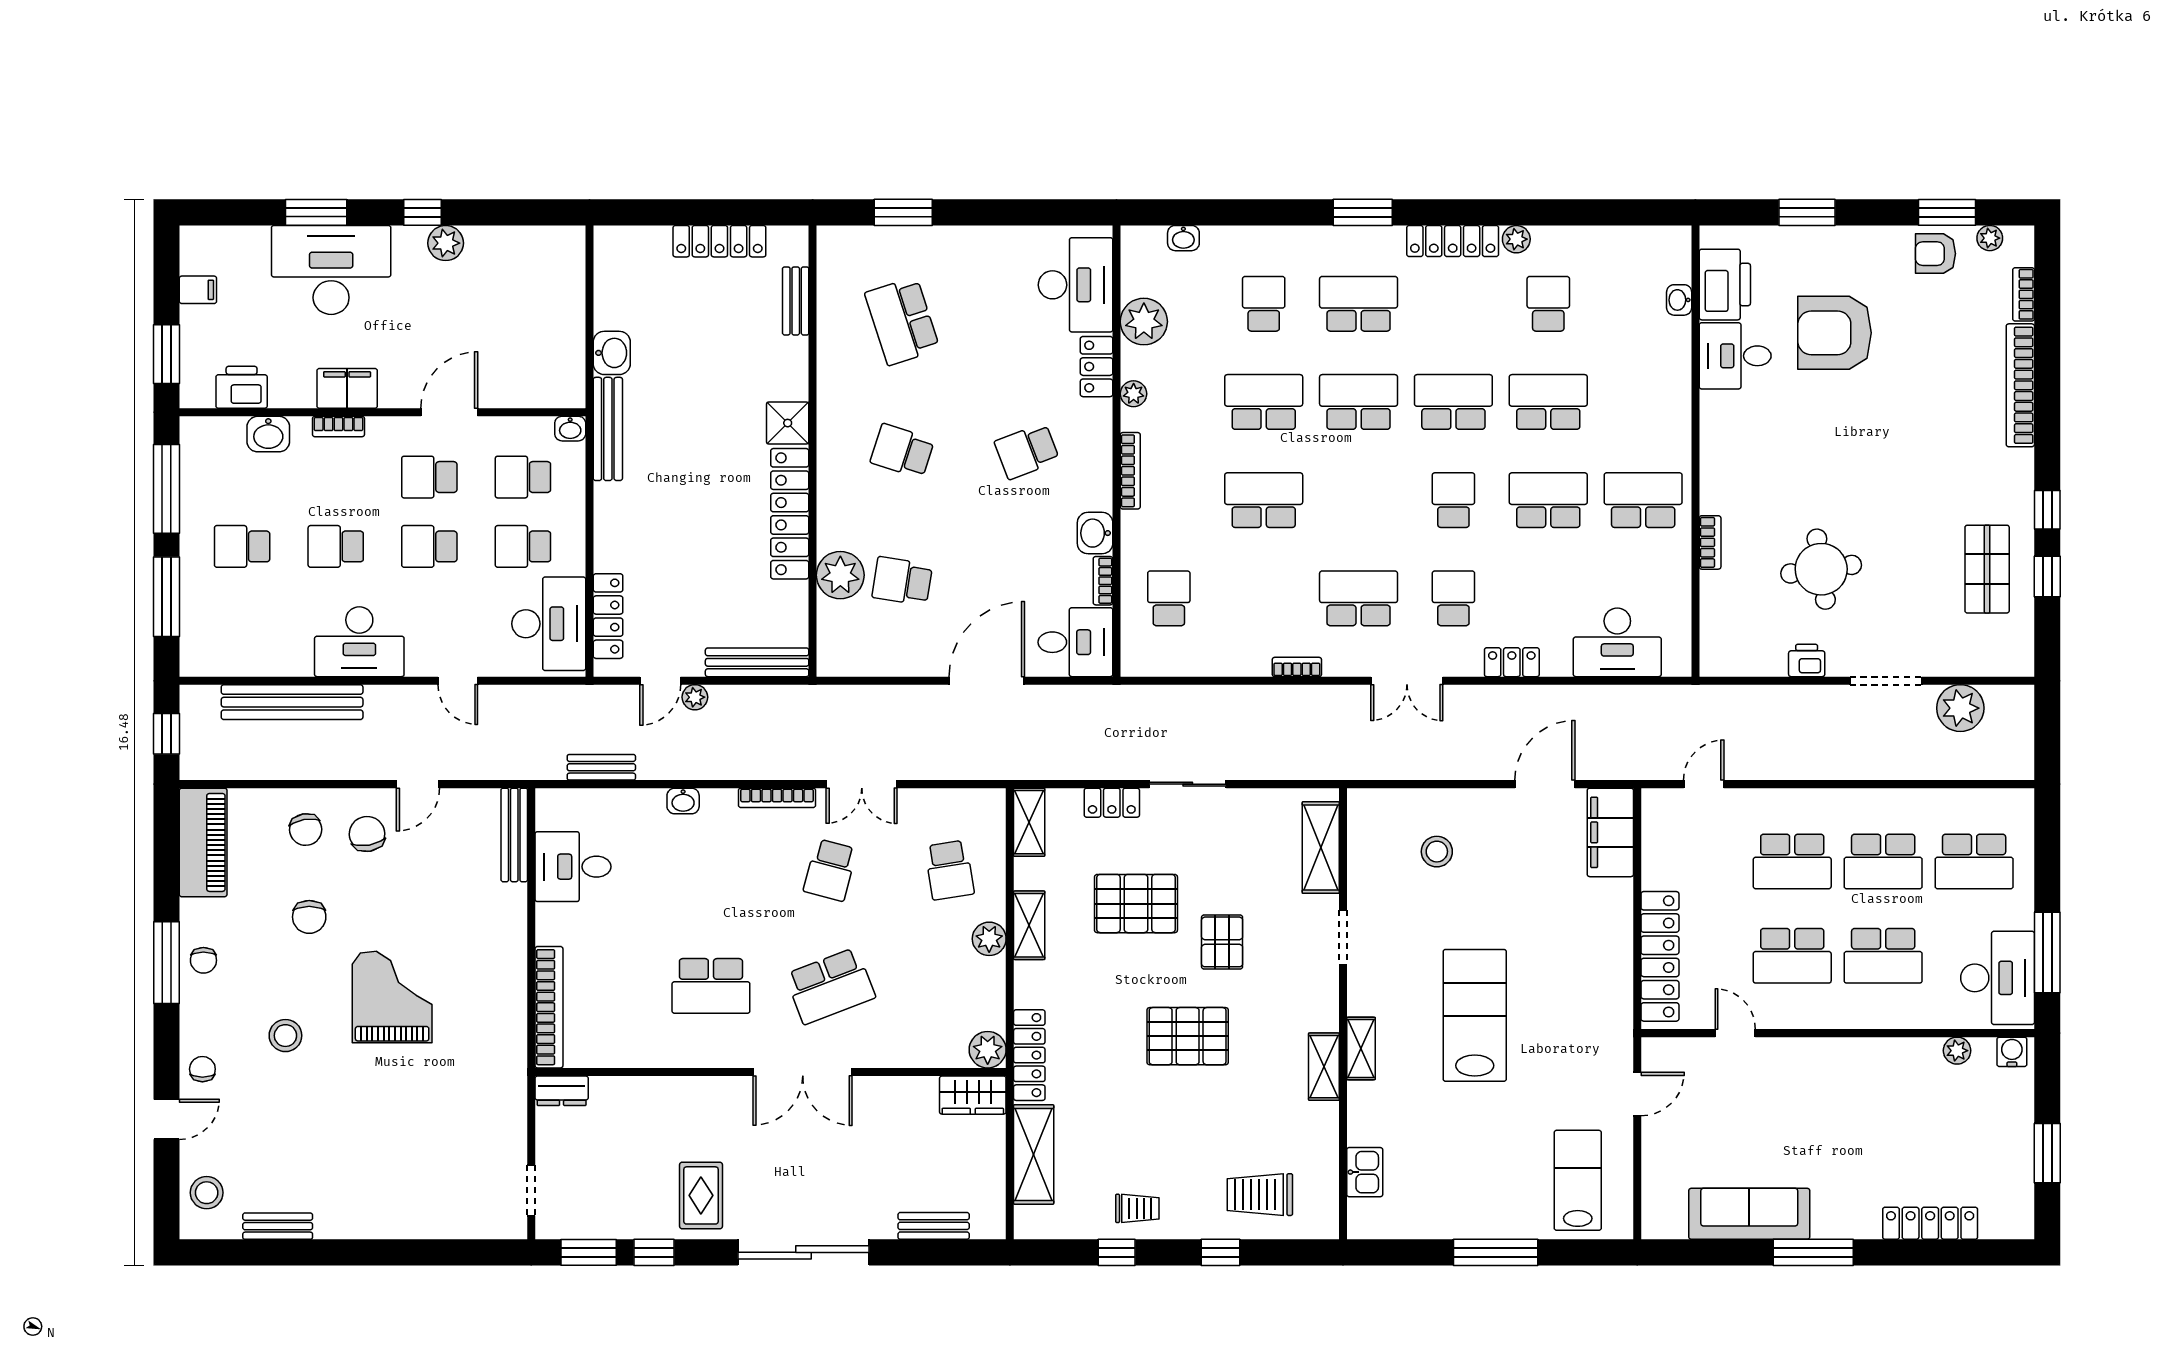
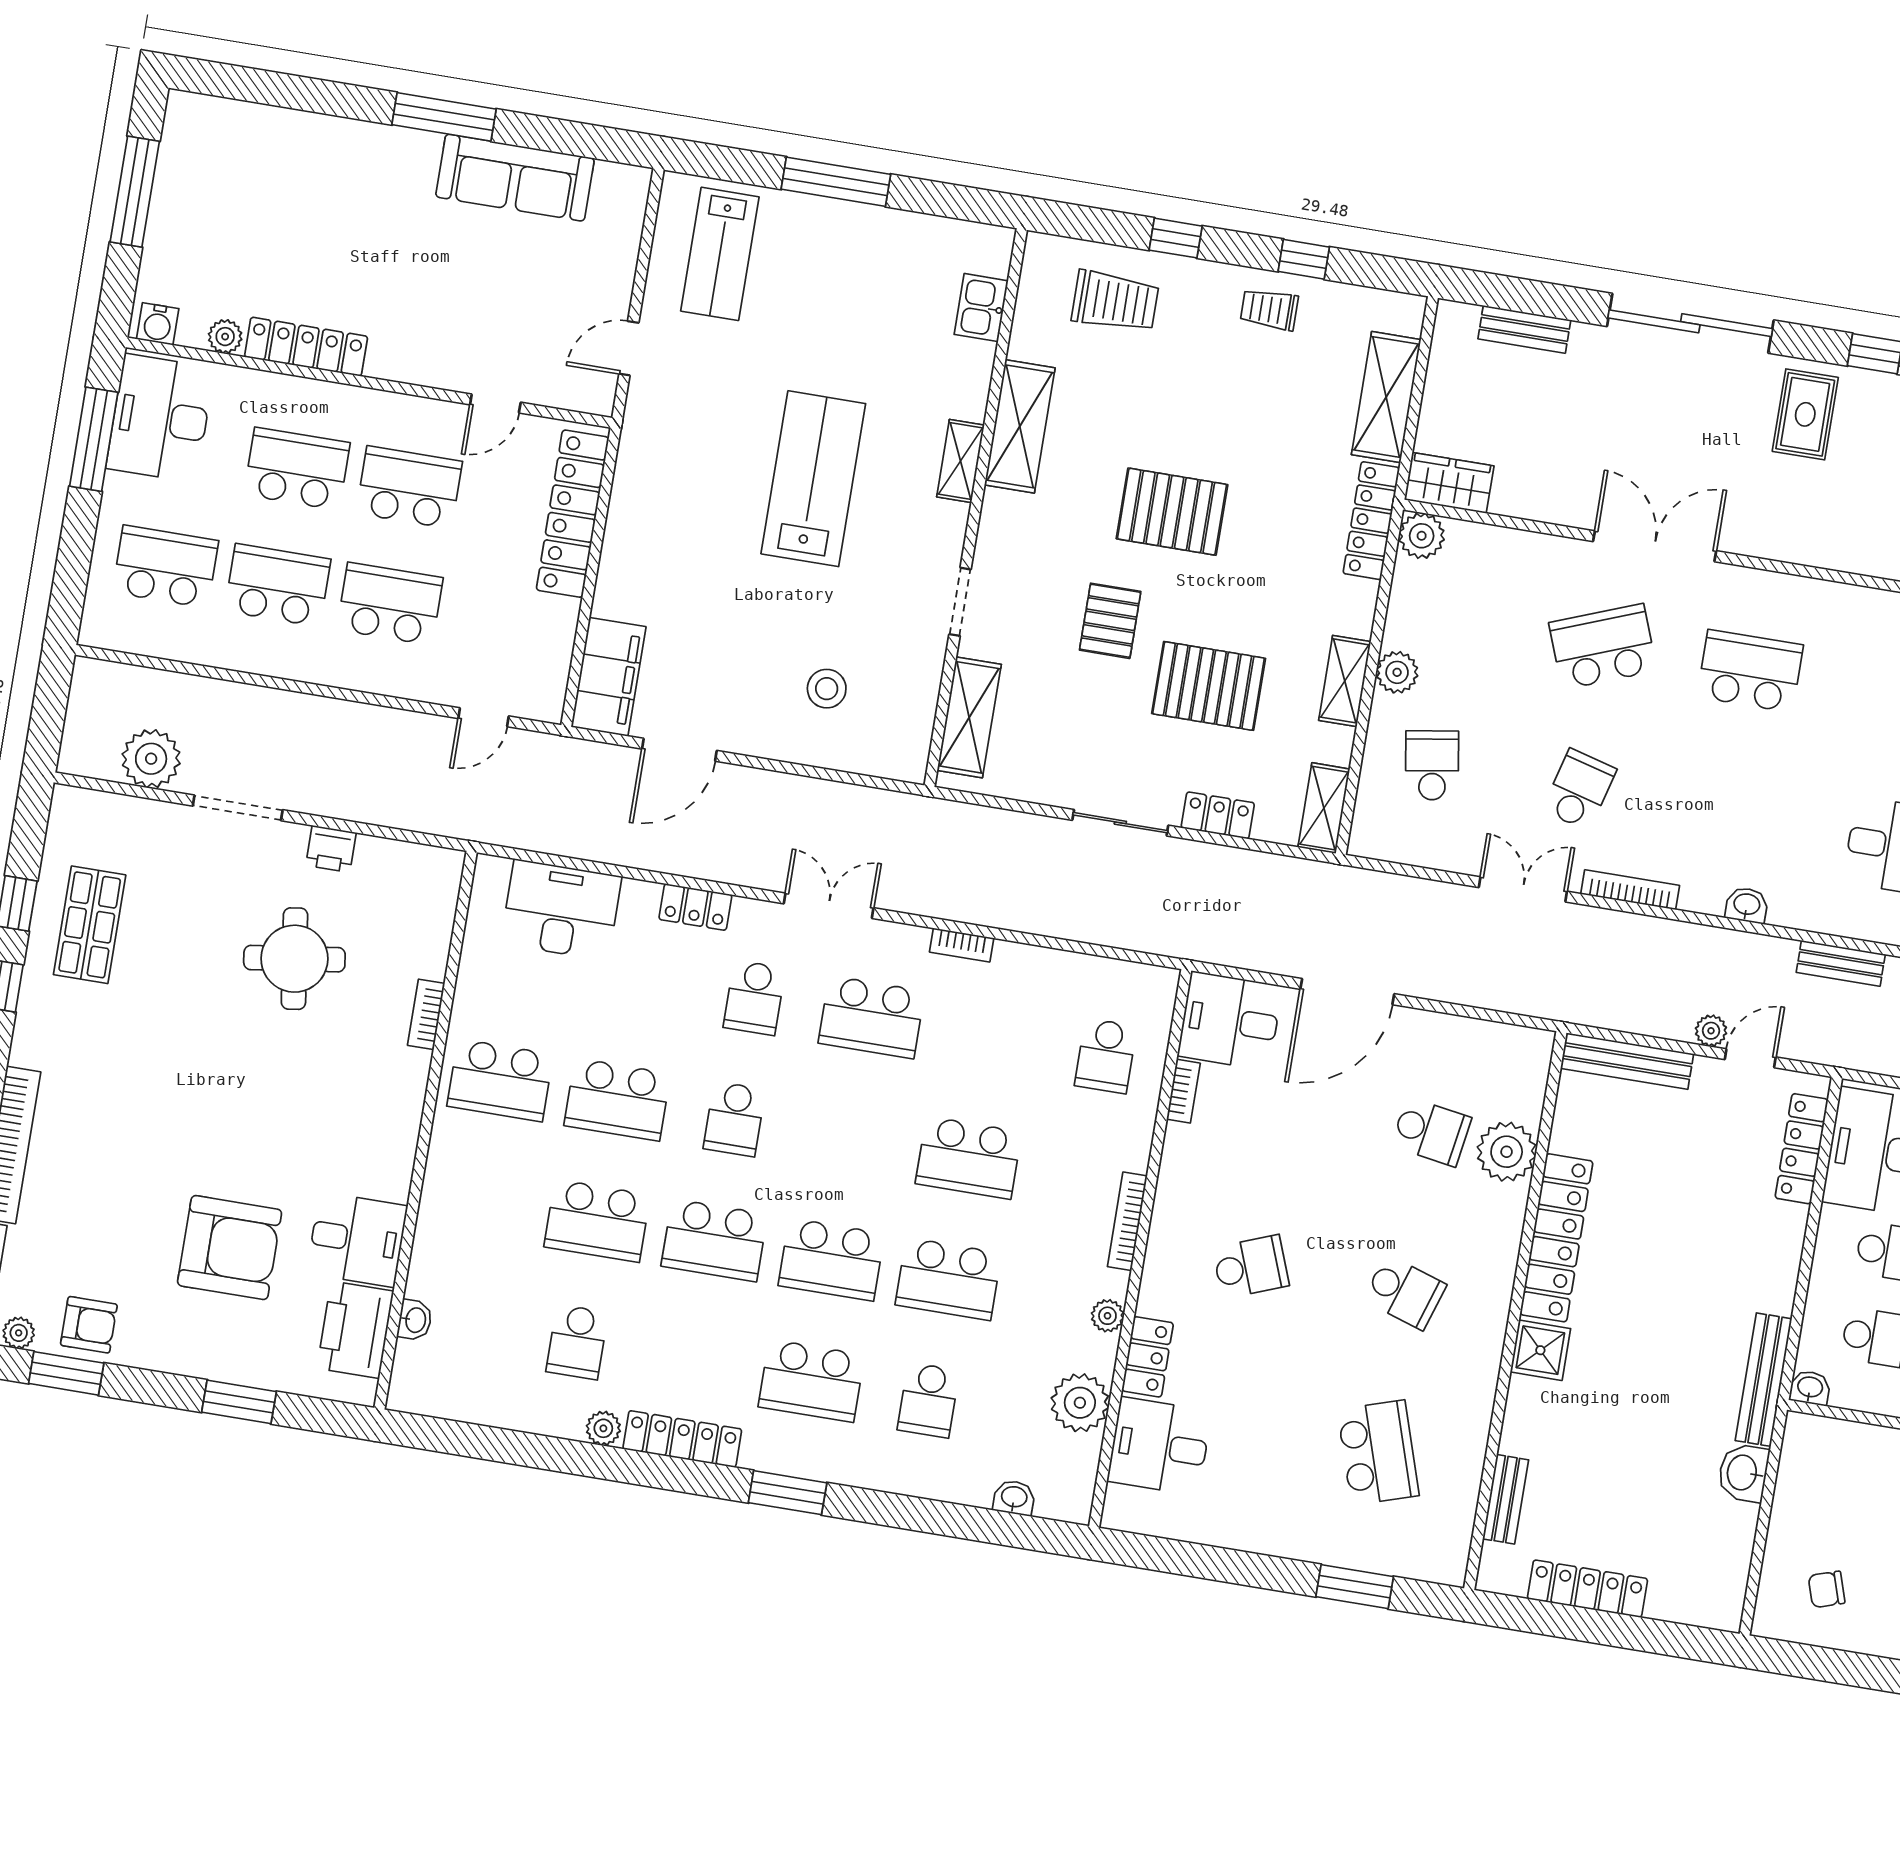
chair: (531, 272) -> (1827, 1589), added
desk: (1076, 285) -> (1159, 1446), width x0.73
washbasin: (1095, 533) -> (1183, 1152), removed
lab bench: (1475, 1015) -> (813, 479), turned 180
door: (1735, 1033) -> (495, 403), hinge flipped
shelving: (1324, 1067) -> (1020, 426), width x1.50, depth x1.33
window: (2047, 1153) -> (135, 192), width x1.44
locker: (1930, 1223) -> (306, 347), moved, turned 180

